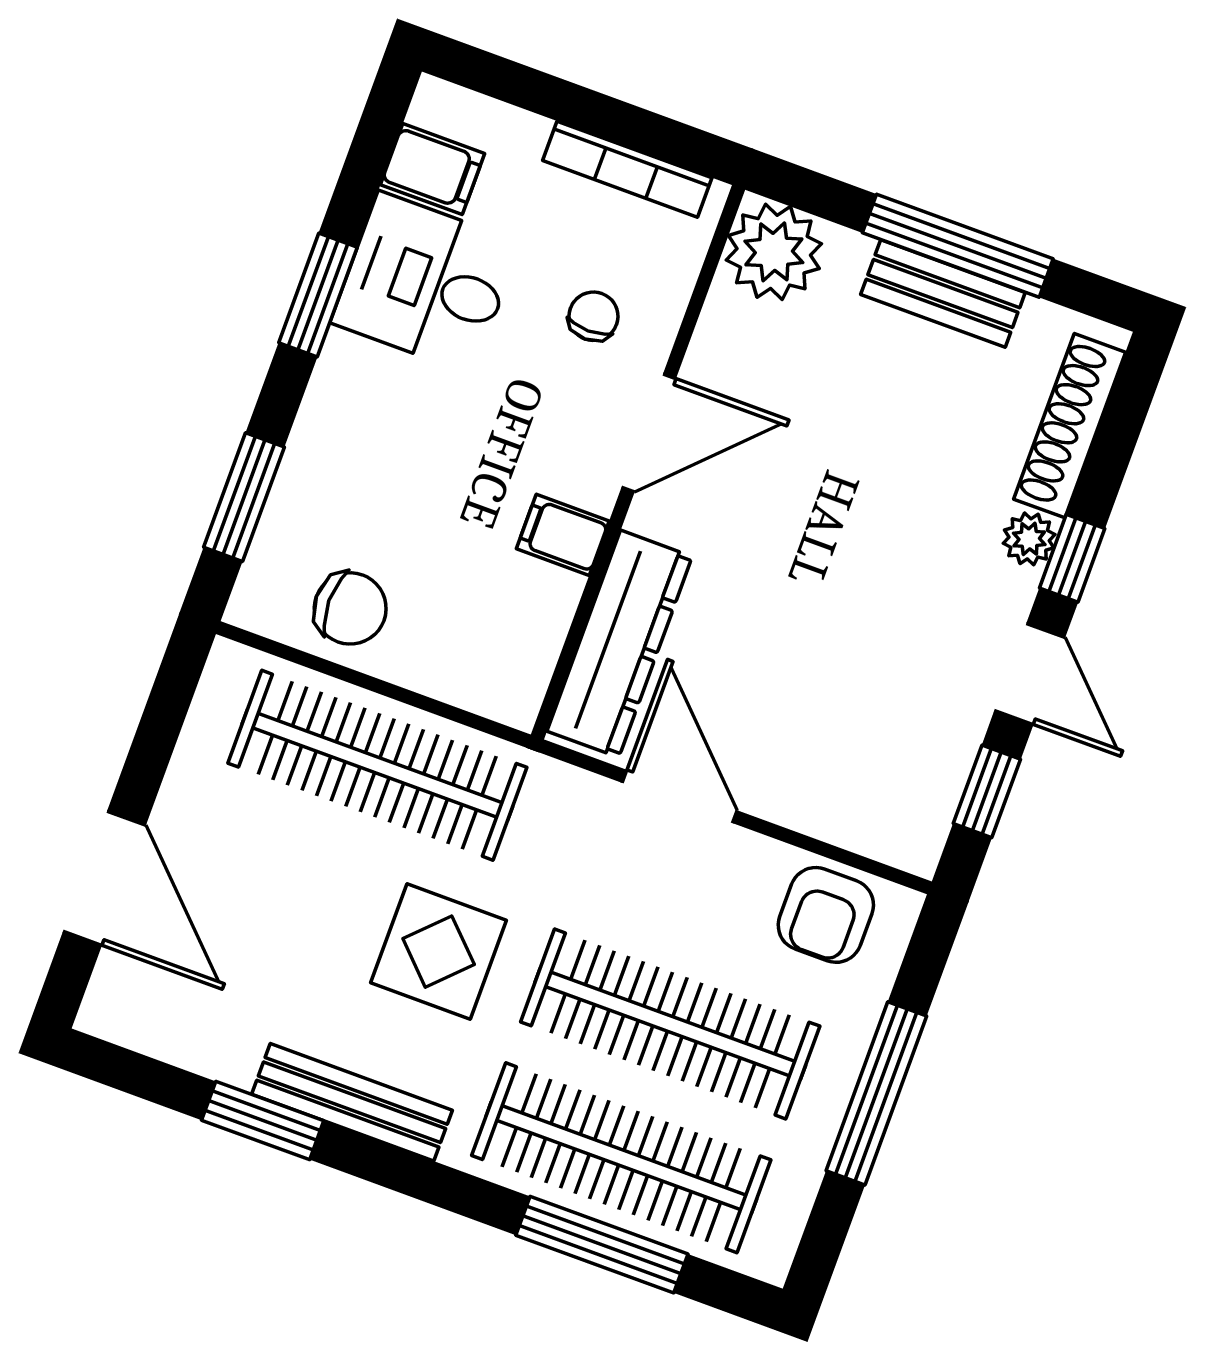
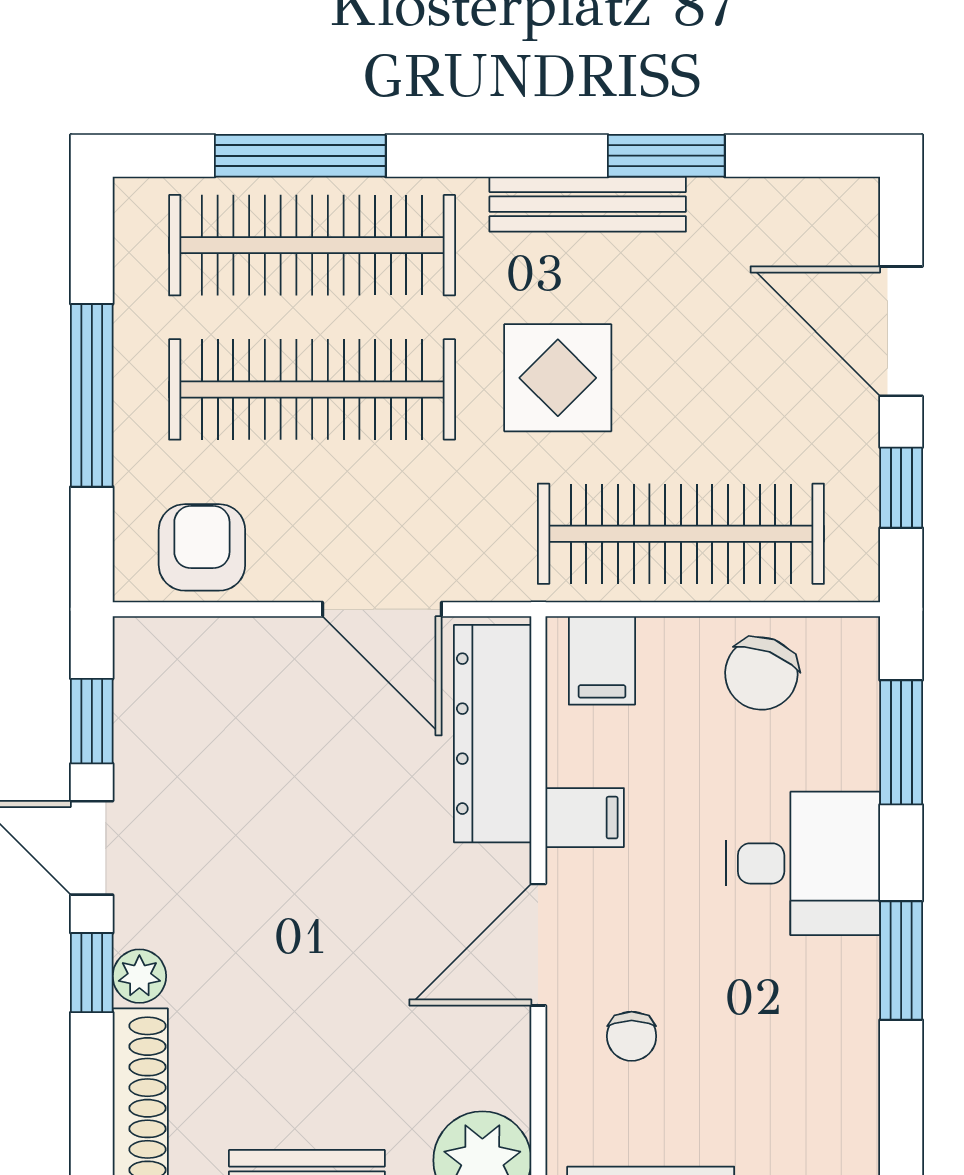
filing cabinet: (433, 169) -> (602, 660), moved, turned -90
desk: (426, 283) -> (803, 863), moved
chair: (350, 608) -> (761, 673), turned -69
window: (158, 733) -> (901, 488), added

